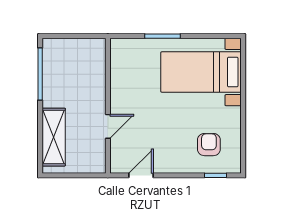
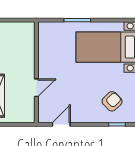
armchair: (209, 145) -> (112, 101), turned 46

